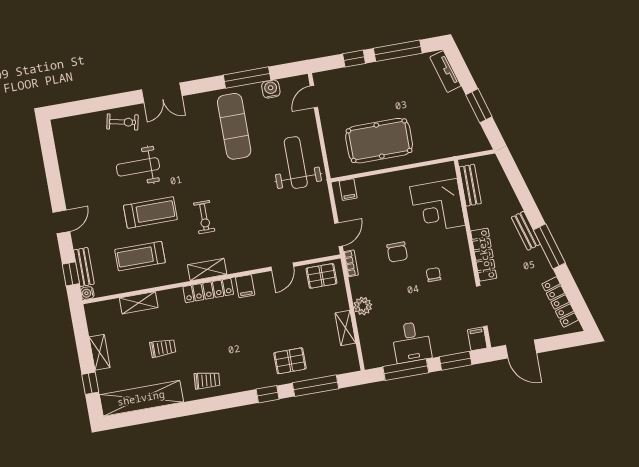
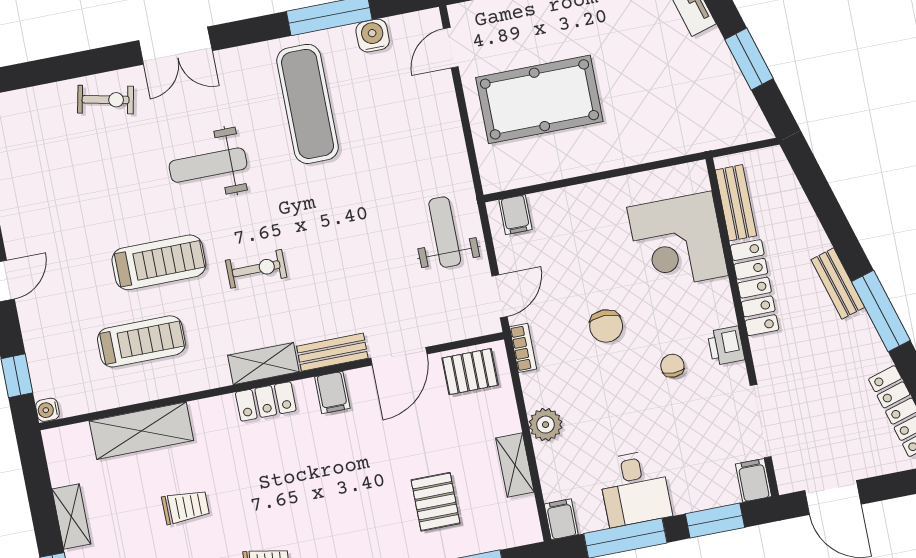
pool table: (379, 141) -> (539, 99), moved
weight bench: (296, 163) -> (445, 232), moved, width x0.73, depth x0.75
weight bench: (138, 167) -> (208, 165), moved
exercise bike: (204, 217) -> (256, 269), turned -90
locker: (484, 255) -> (754, 288), moved
treadmill: (140, 256) -> (141, 341), turned 180
printer: (463, 264) -> (726, 346), added
bench: (84, 267) -> (332, 352), moved, turned 90
door: (282, 267) -> (399, 356), width x1.38
locker: (208, 291) -> (266, 401), width x0.66
shelving: (139, 303) -> (141, 431), width x1.50, depth x1.33
filing cabinet: (370, 359) -> (561, 519), added
pallet: (290, 361) -> (436, 502), moved, turned 90

